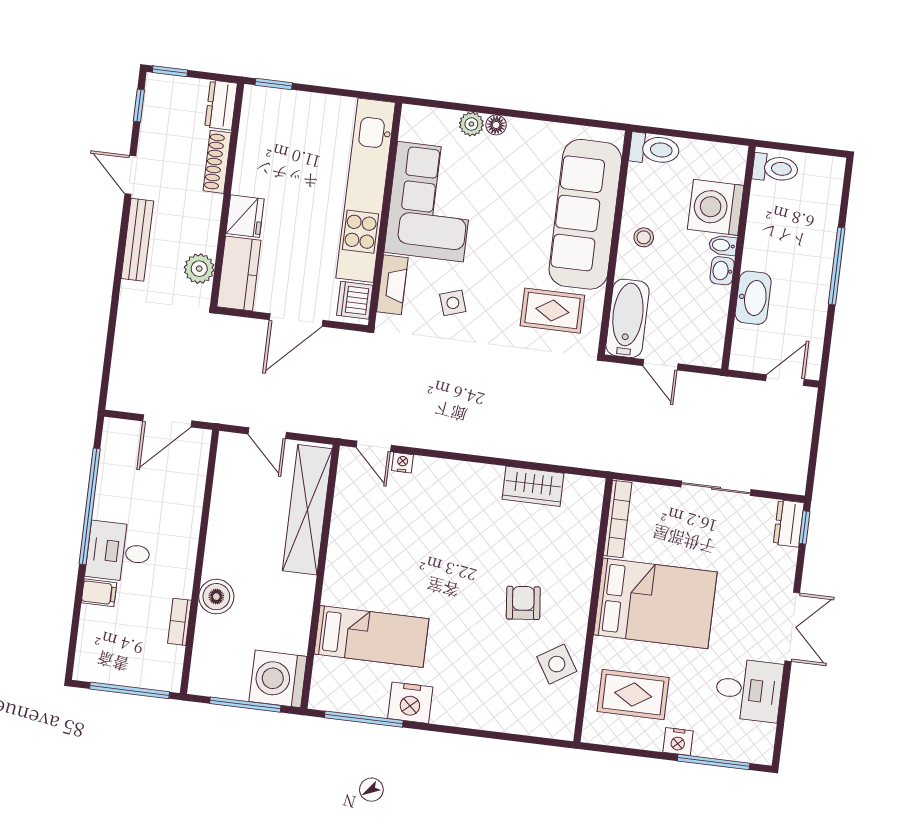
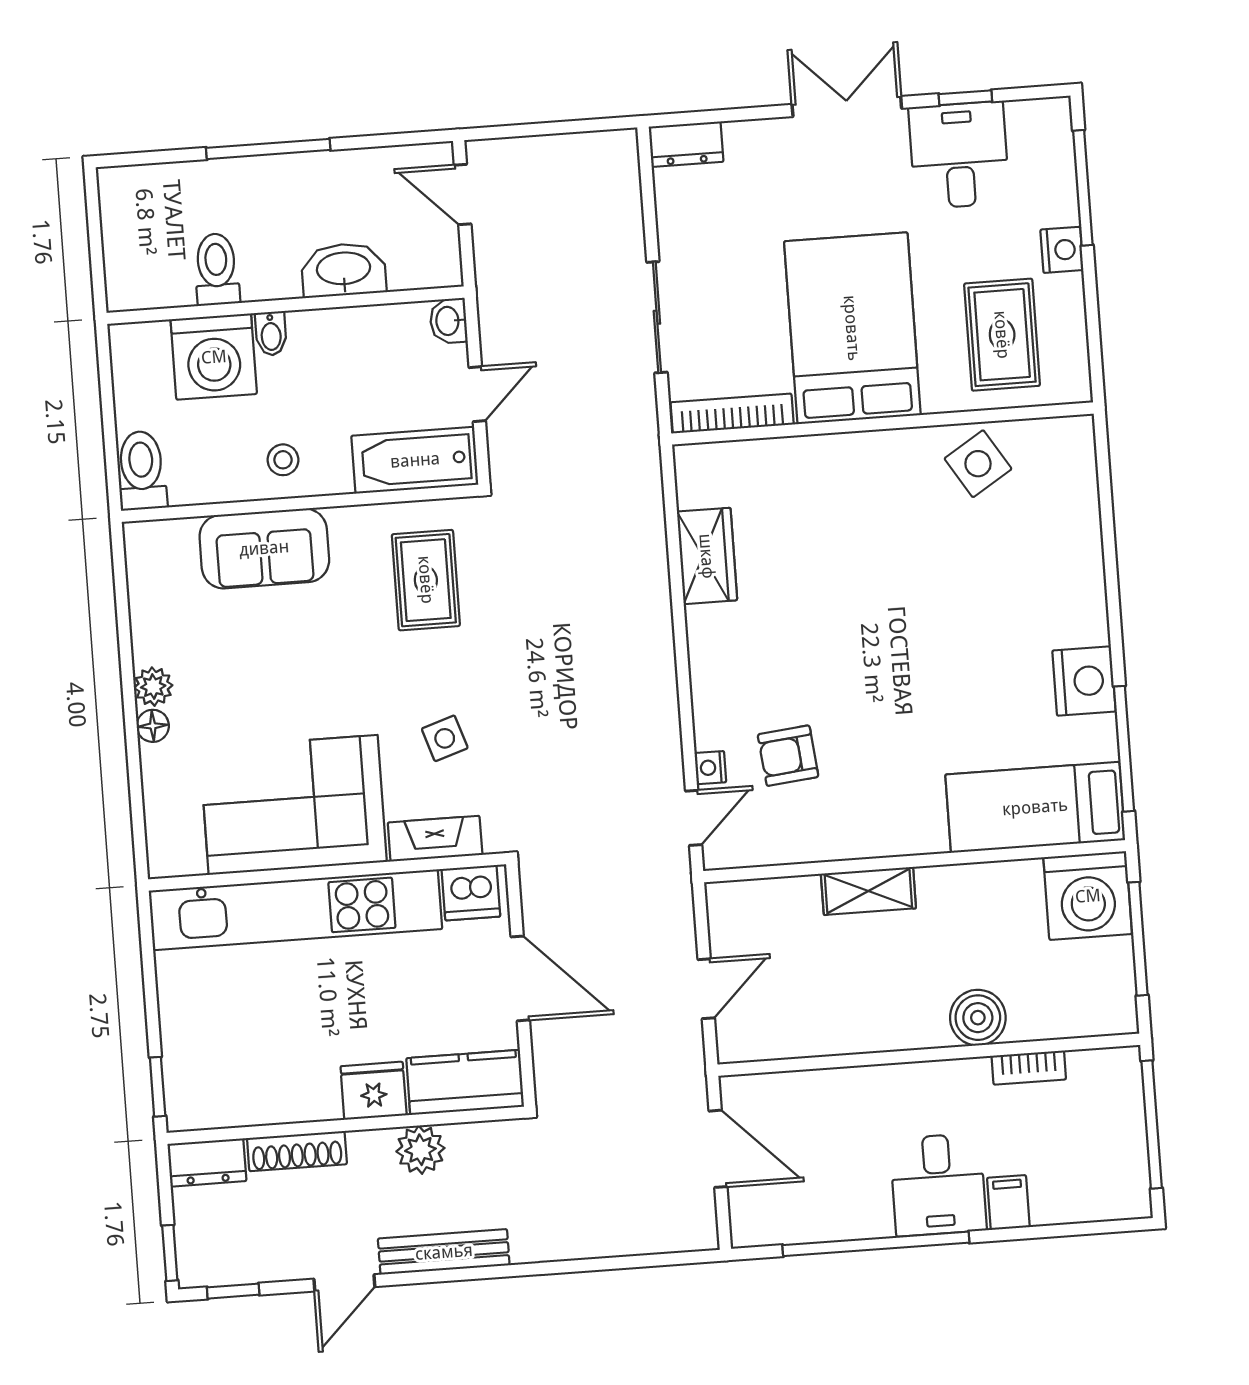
plant: (471, 124) -> (153, 687), moved
toilet: (775, 168) -> (217, 269), moved
sofa: (585, 214) -> (264, 548), width x0.54, depth x0.79
plant: (199, 269) -> (420, 1150), moved
washbasin: (722, 271) -> (448, 321), moved, turned 90
sliding door: (716, 488) -> (657, 317), moved
shelving: (307, 510) -> (868, 891), width x0.45, depth x0.75
window: (804, 527) -> (965, 98), moved
armchair: (523, 603) -> (788, 756), moved
bed: (371, 636) -> (1035, 807), moved, turned -90

